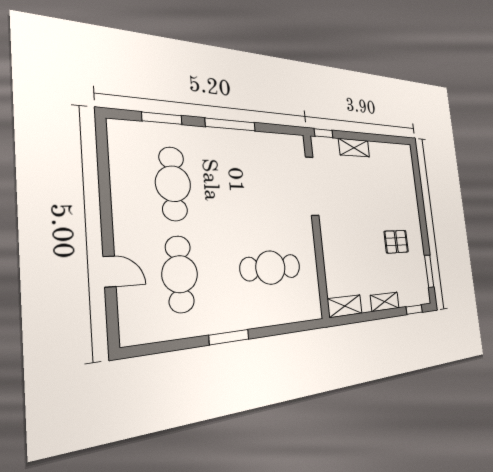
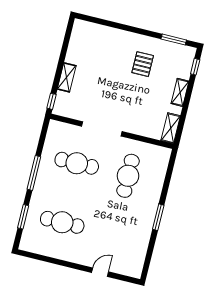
doorway: (312, 186) -> (102, 129), moved
cafe table: (180, 274) -> (77, 163), moved

